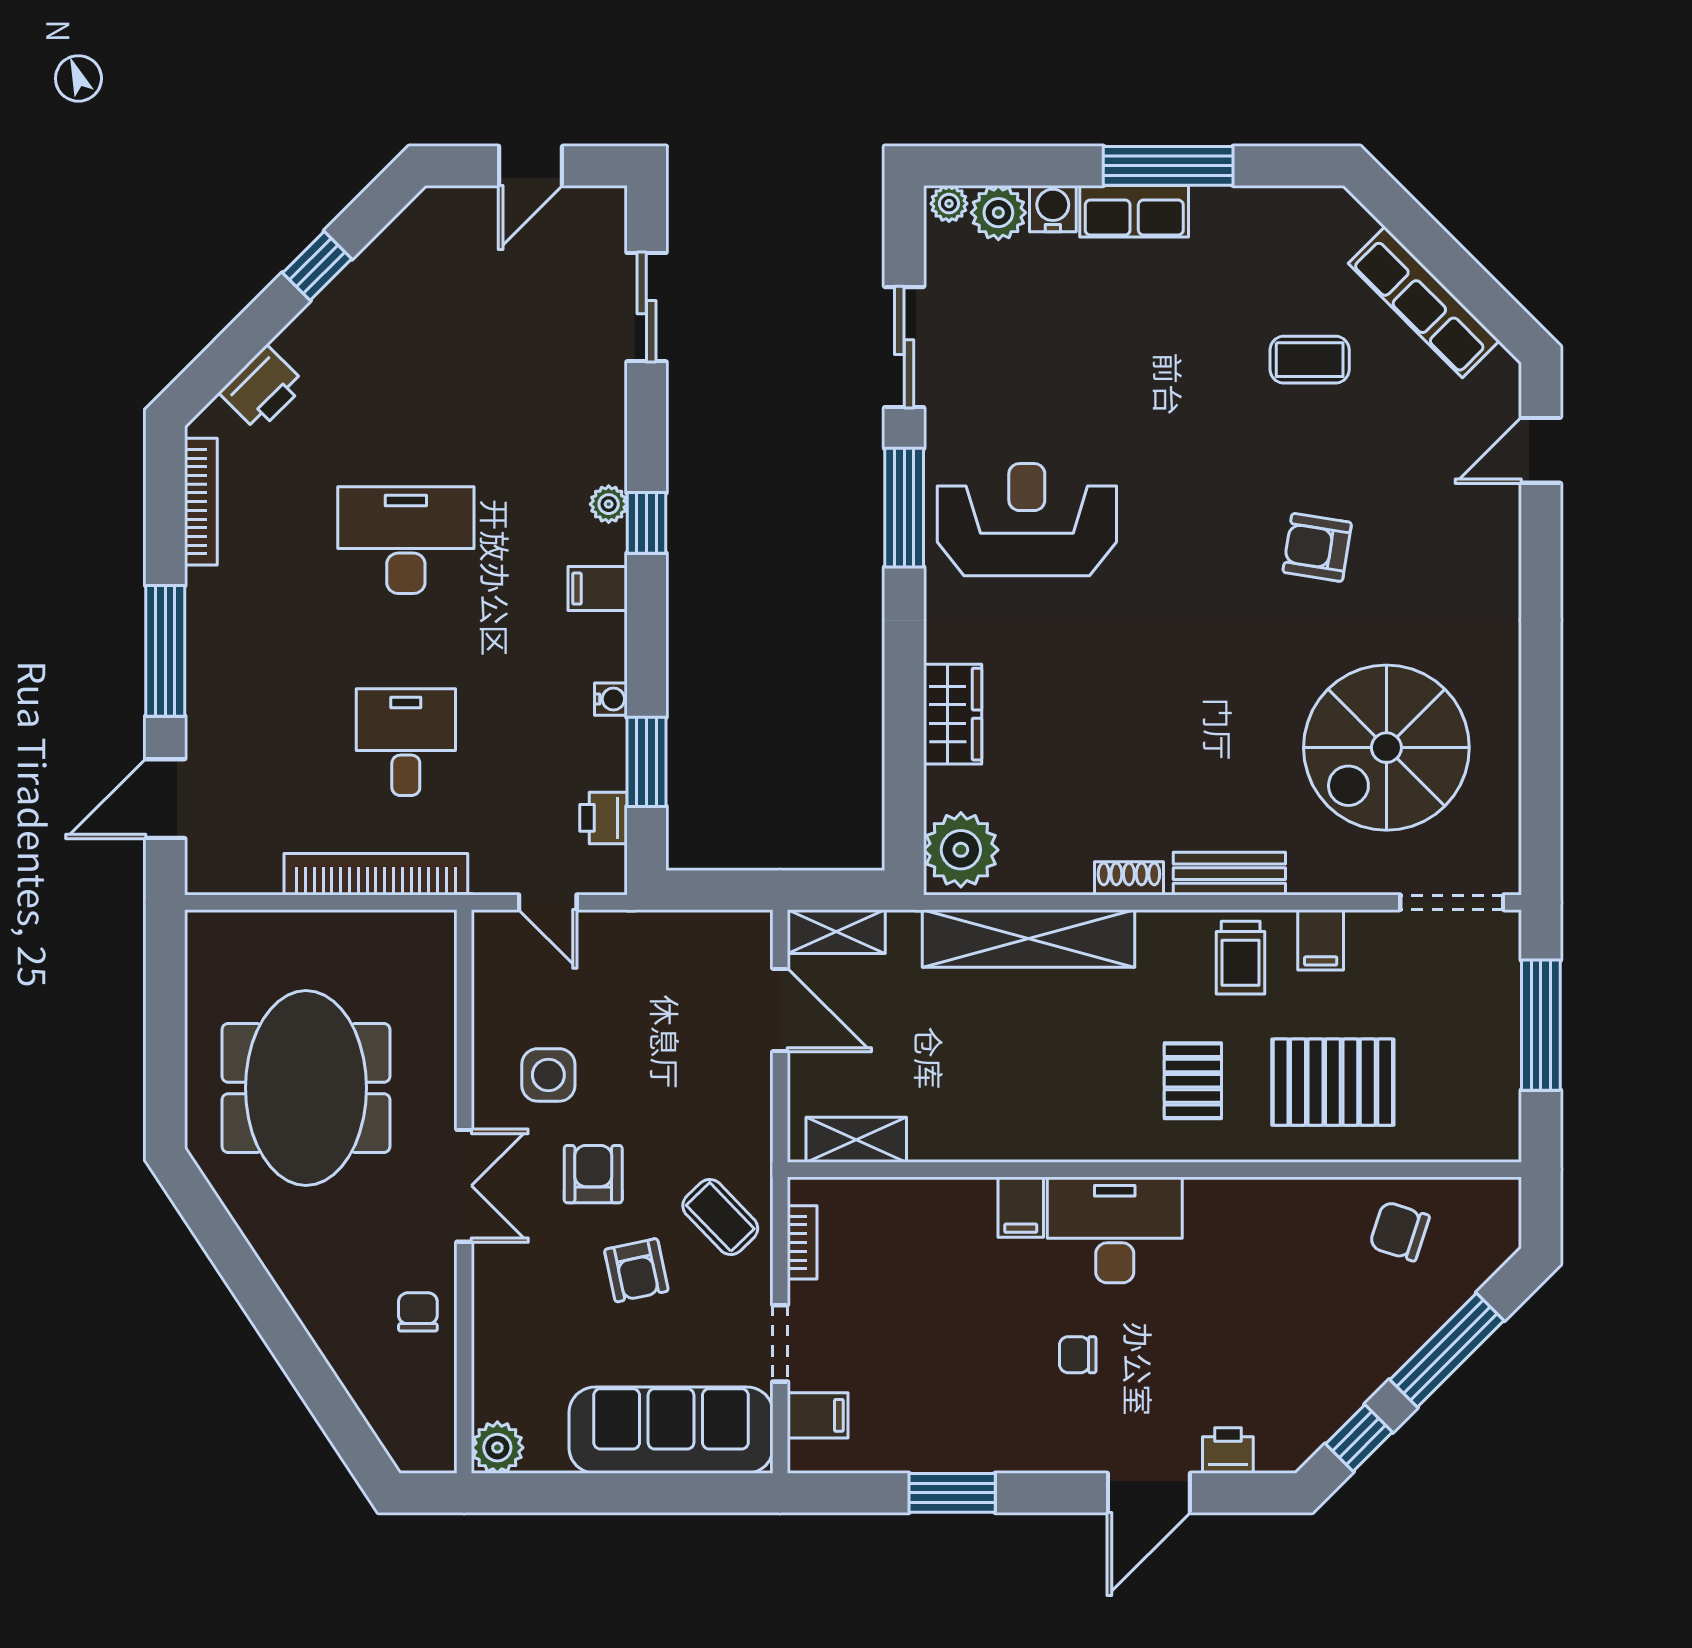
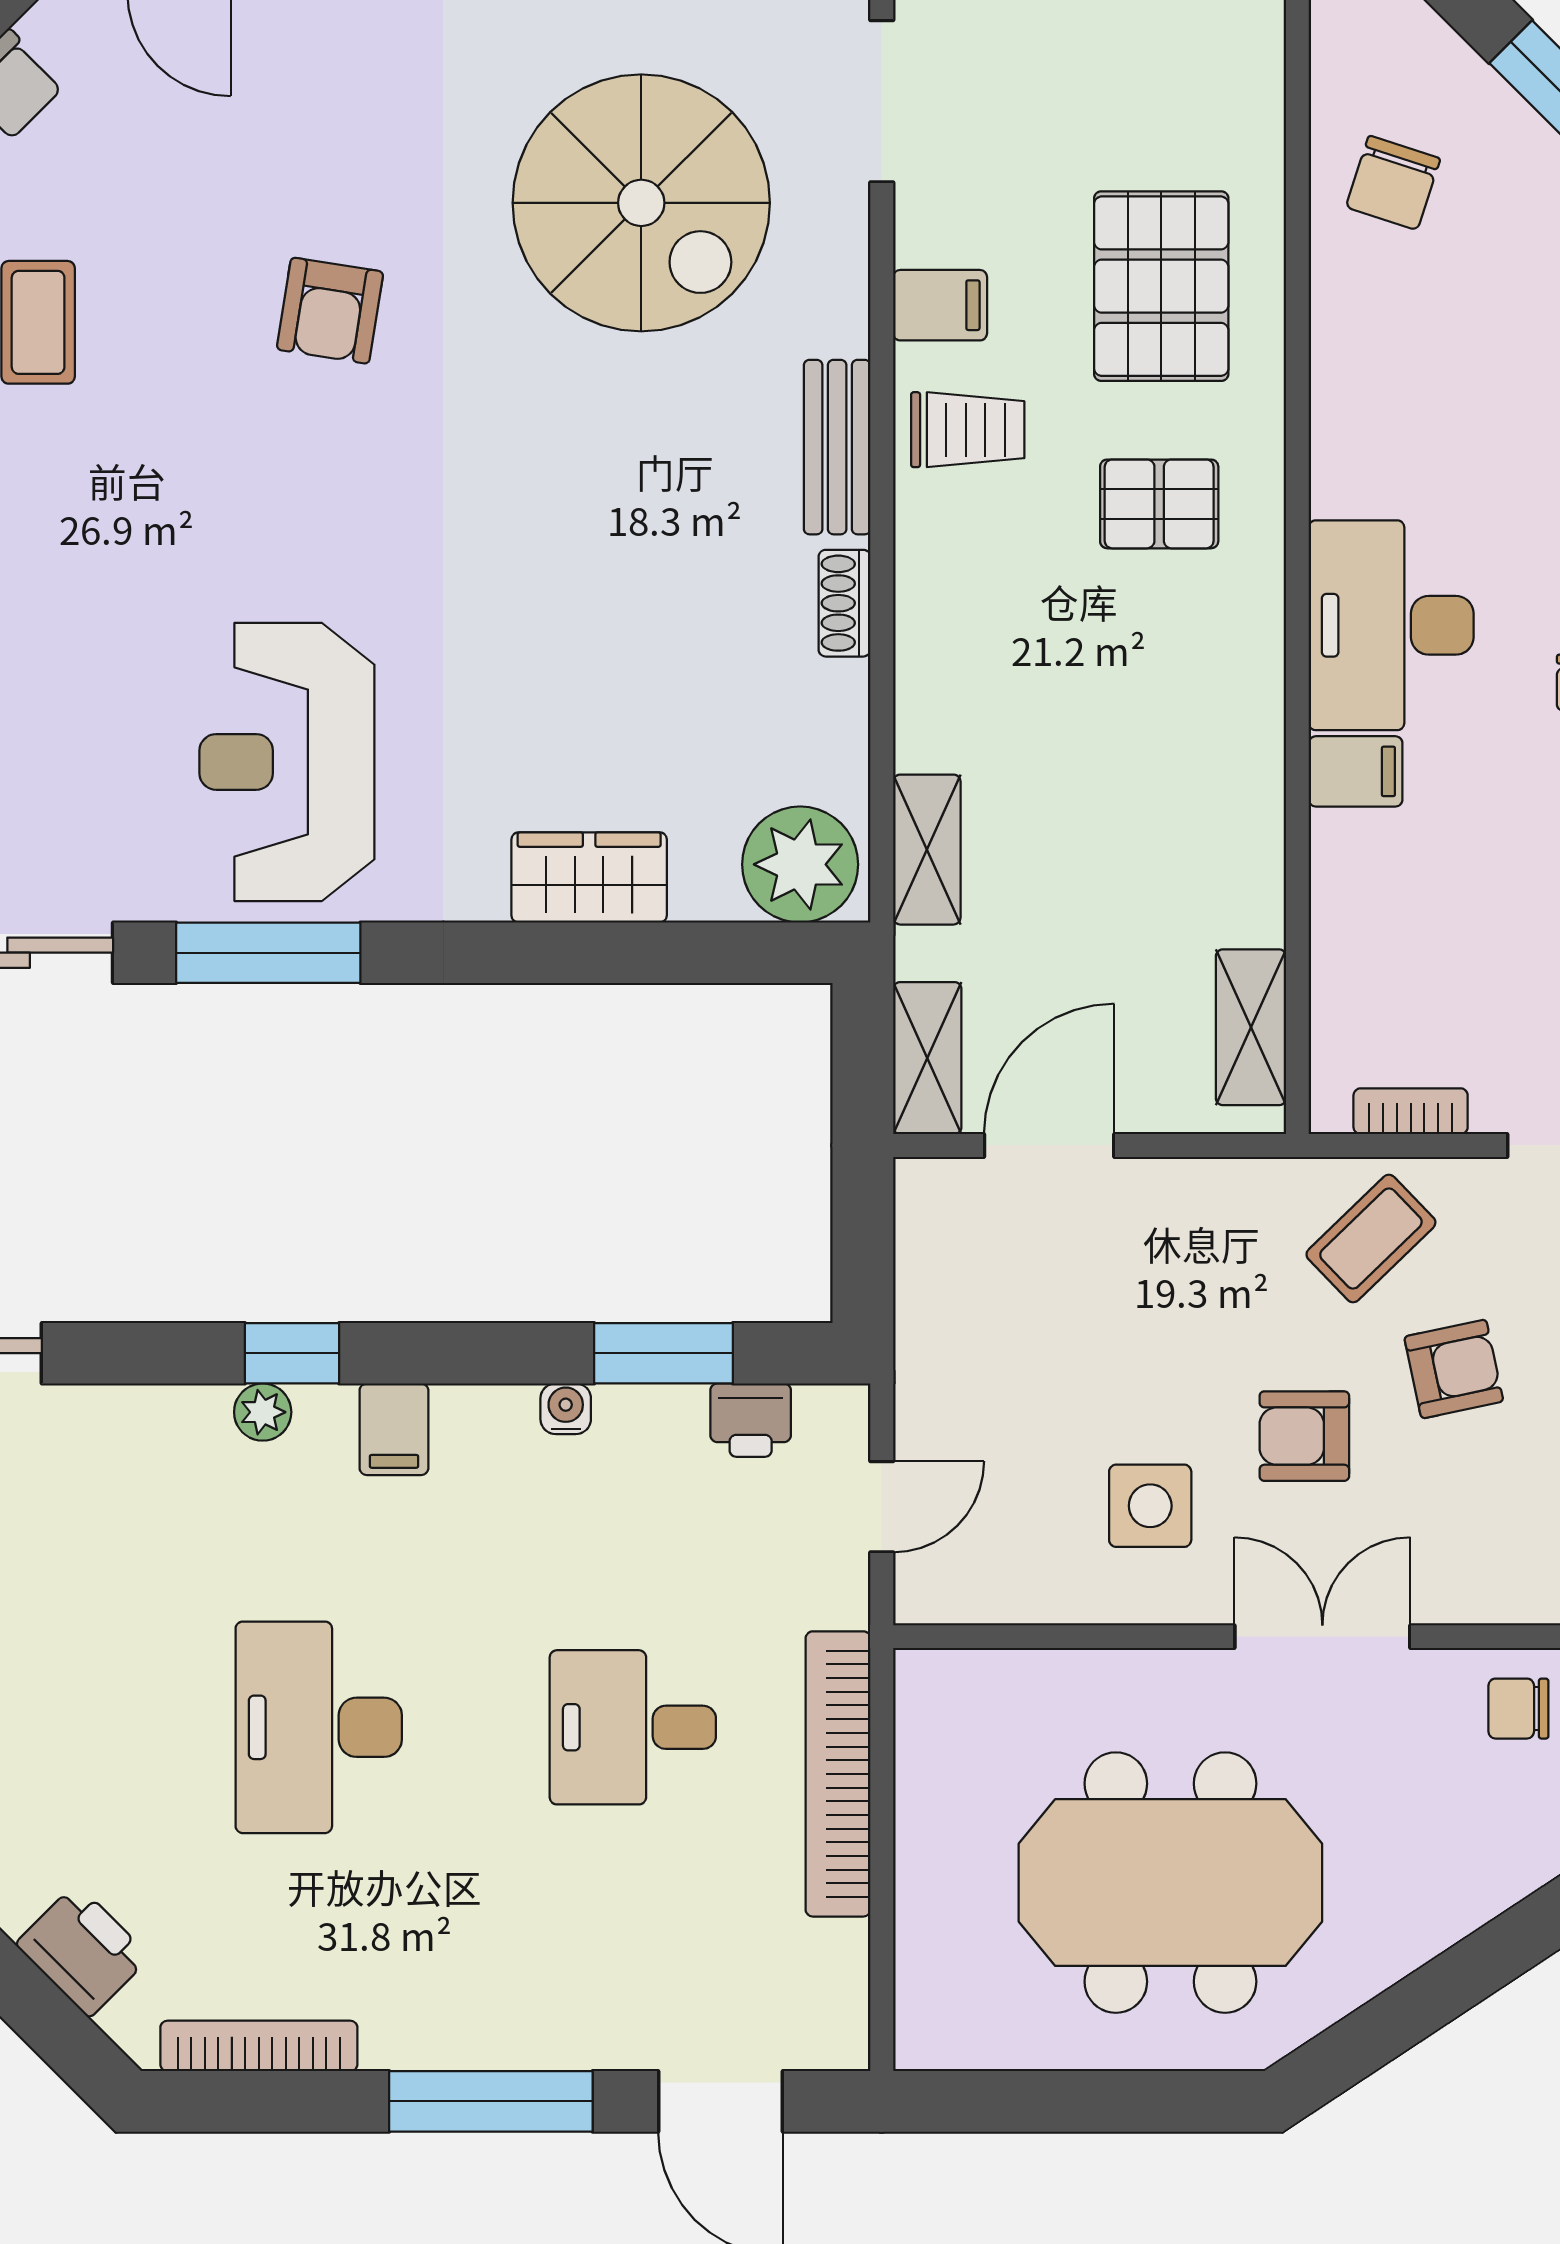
shelving: (1028, 939) -> (927, 850), width x0.45, depth x0.75

